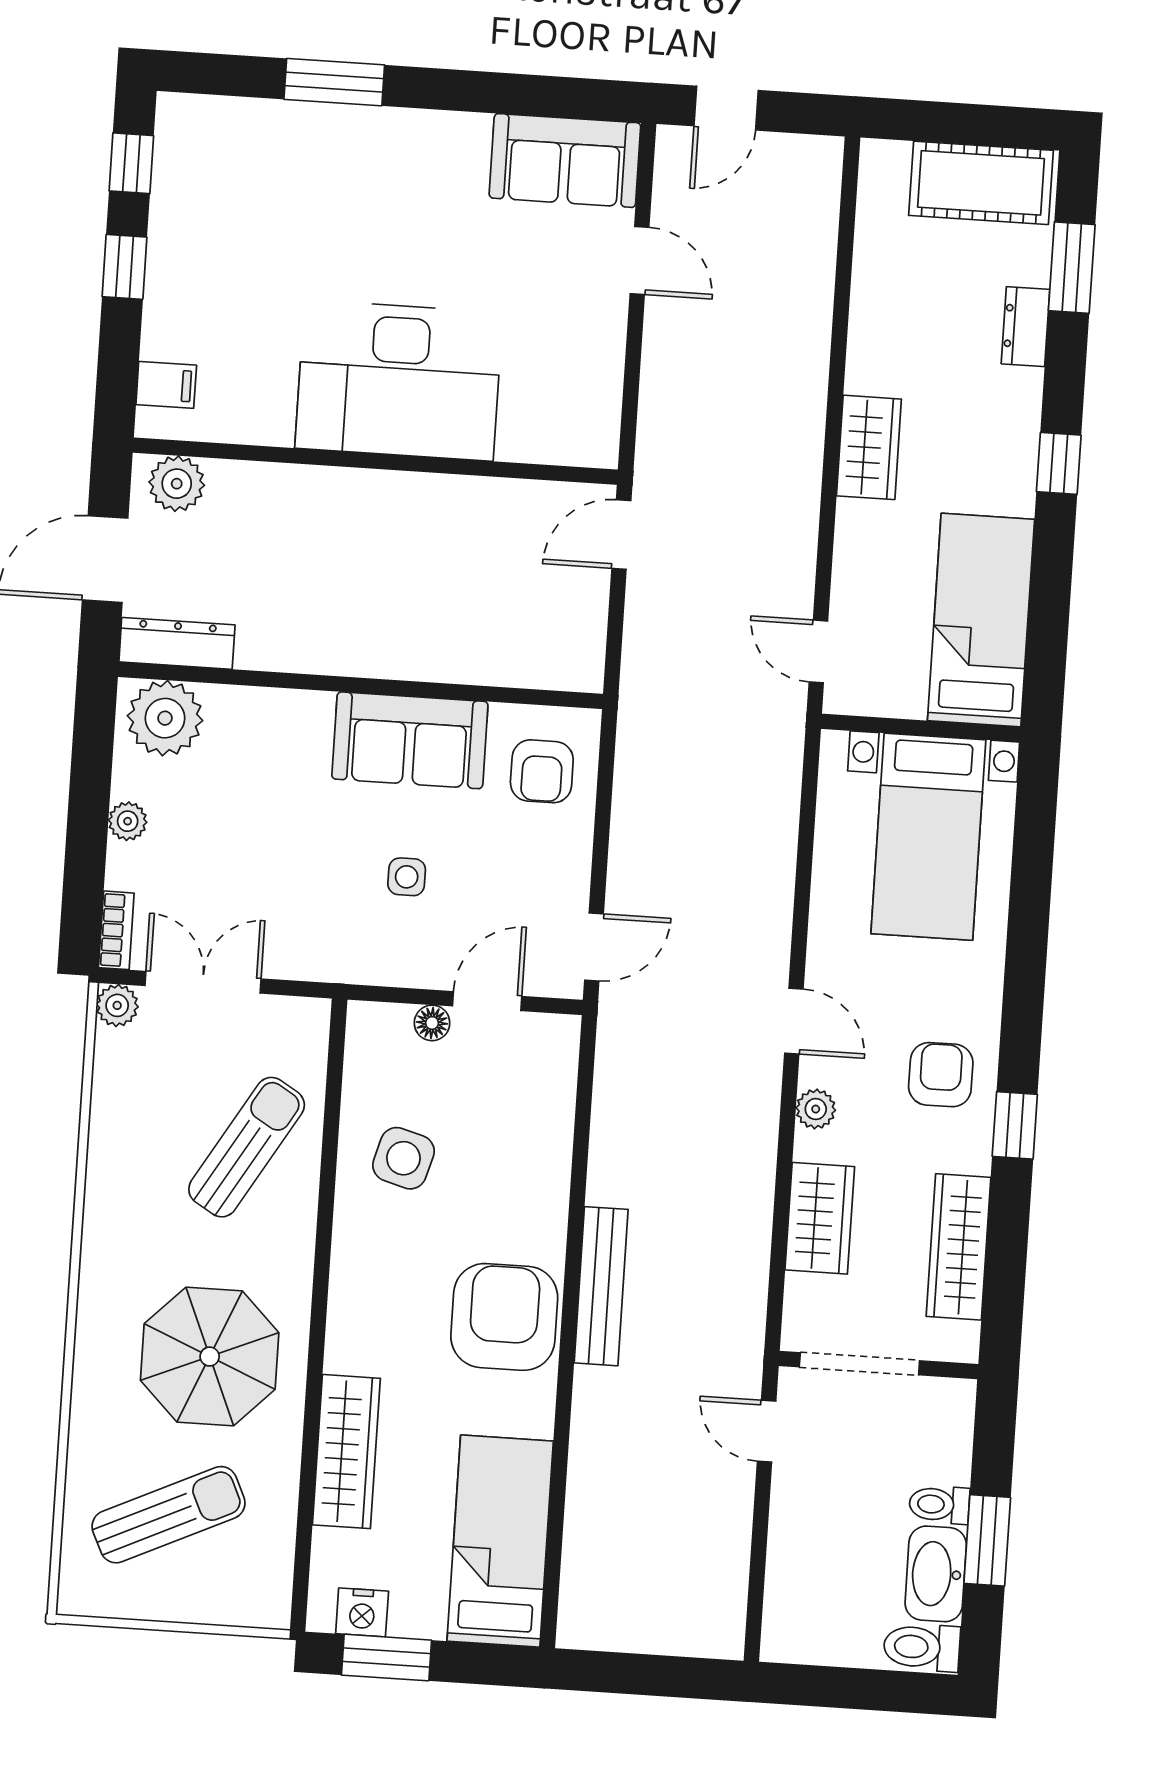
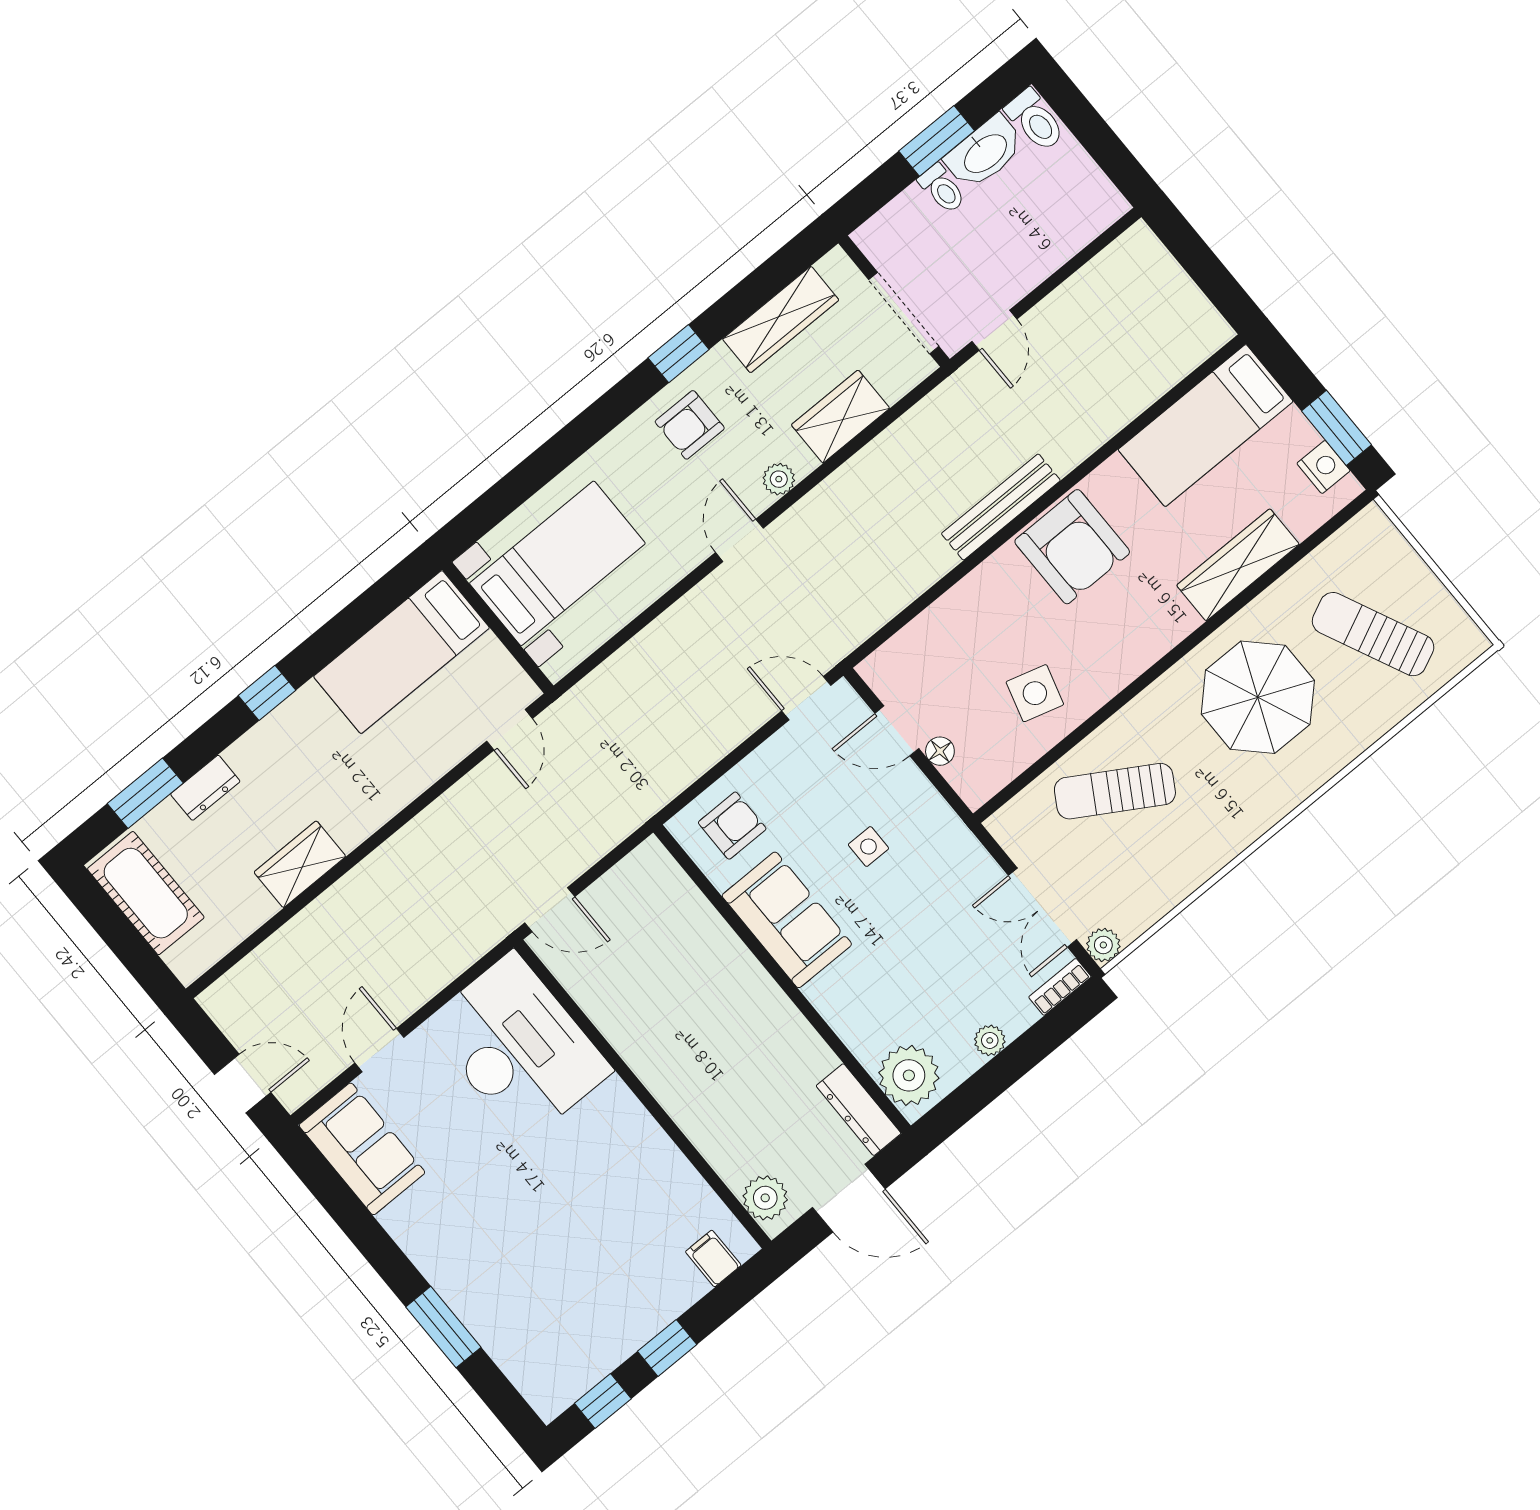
desk: (399, 380) -> (518, 1047), moved
wardrobe: (869, 447) -> (300, 864), moved
armchair: (504, 1317) -> (1072, 547), turned -90

